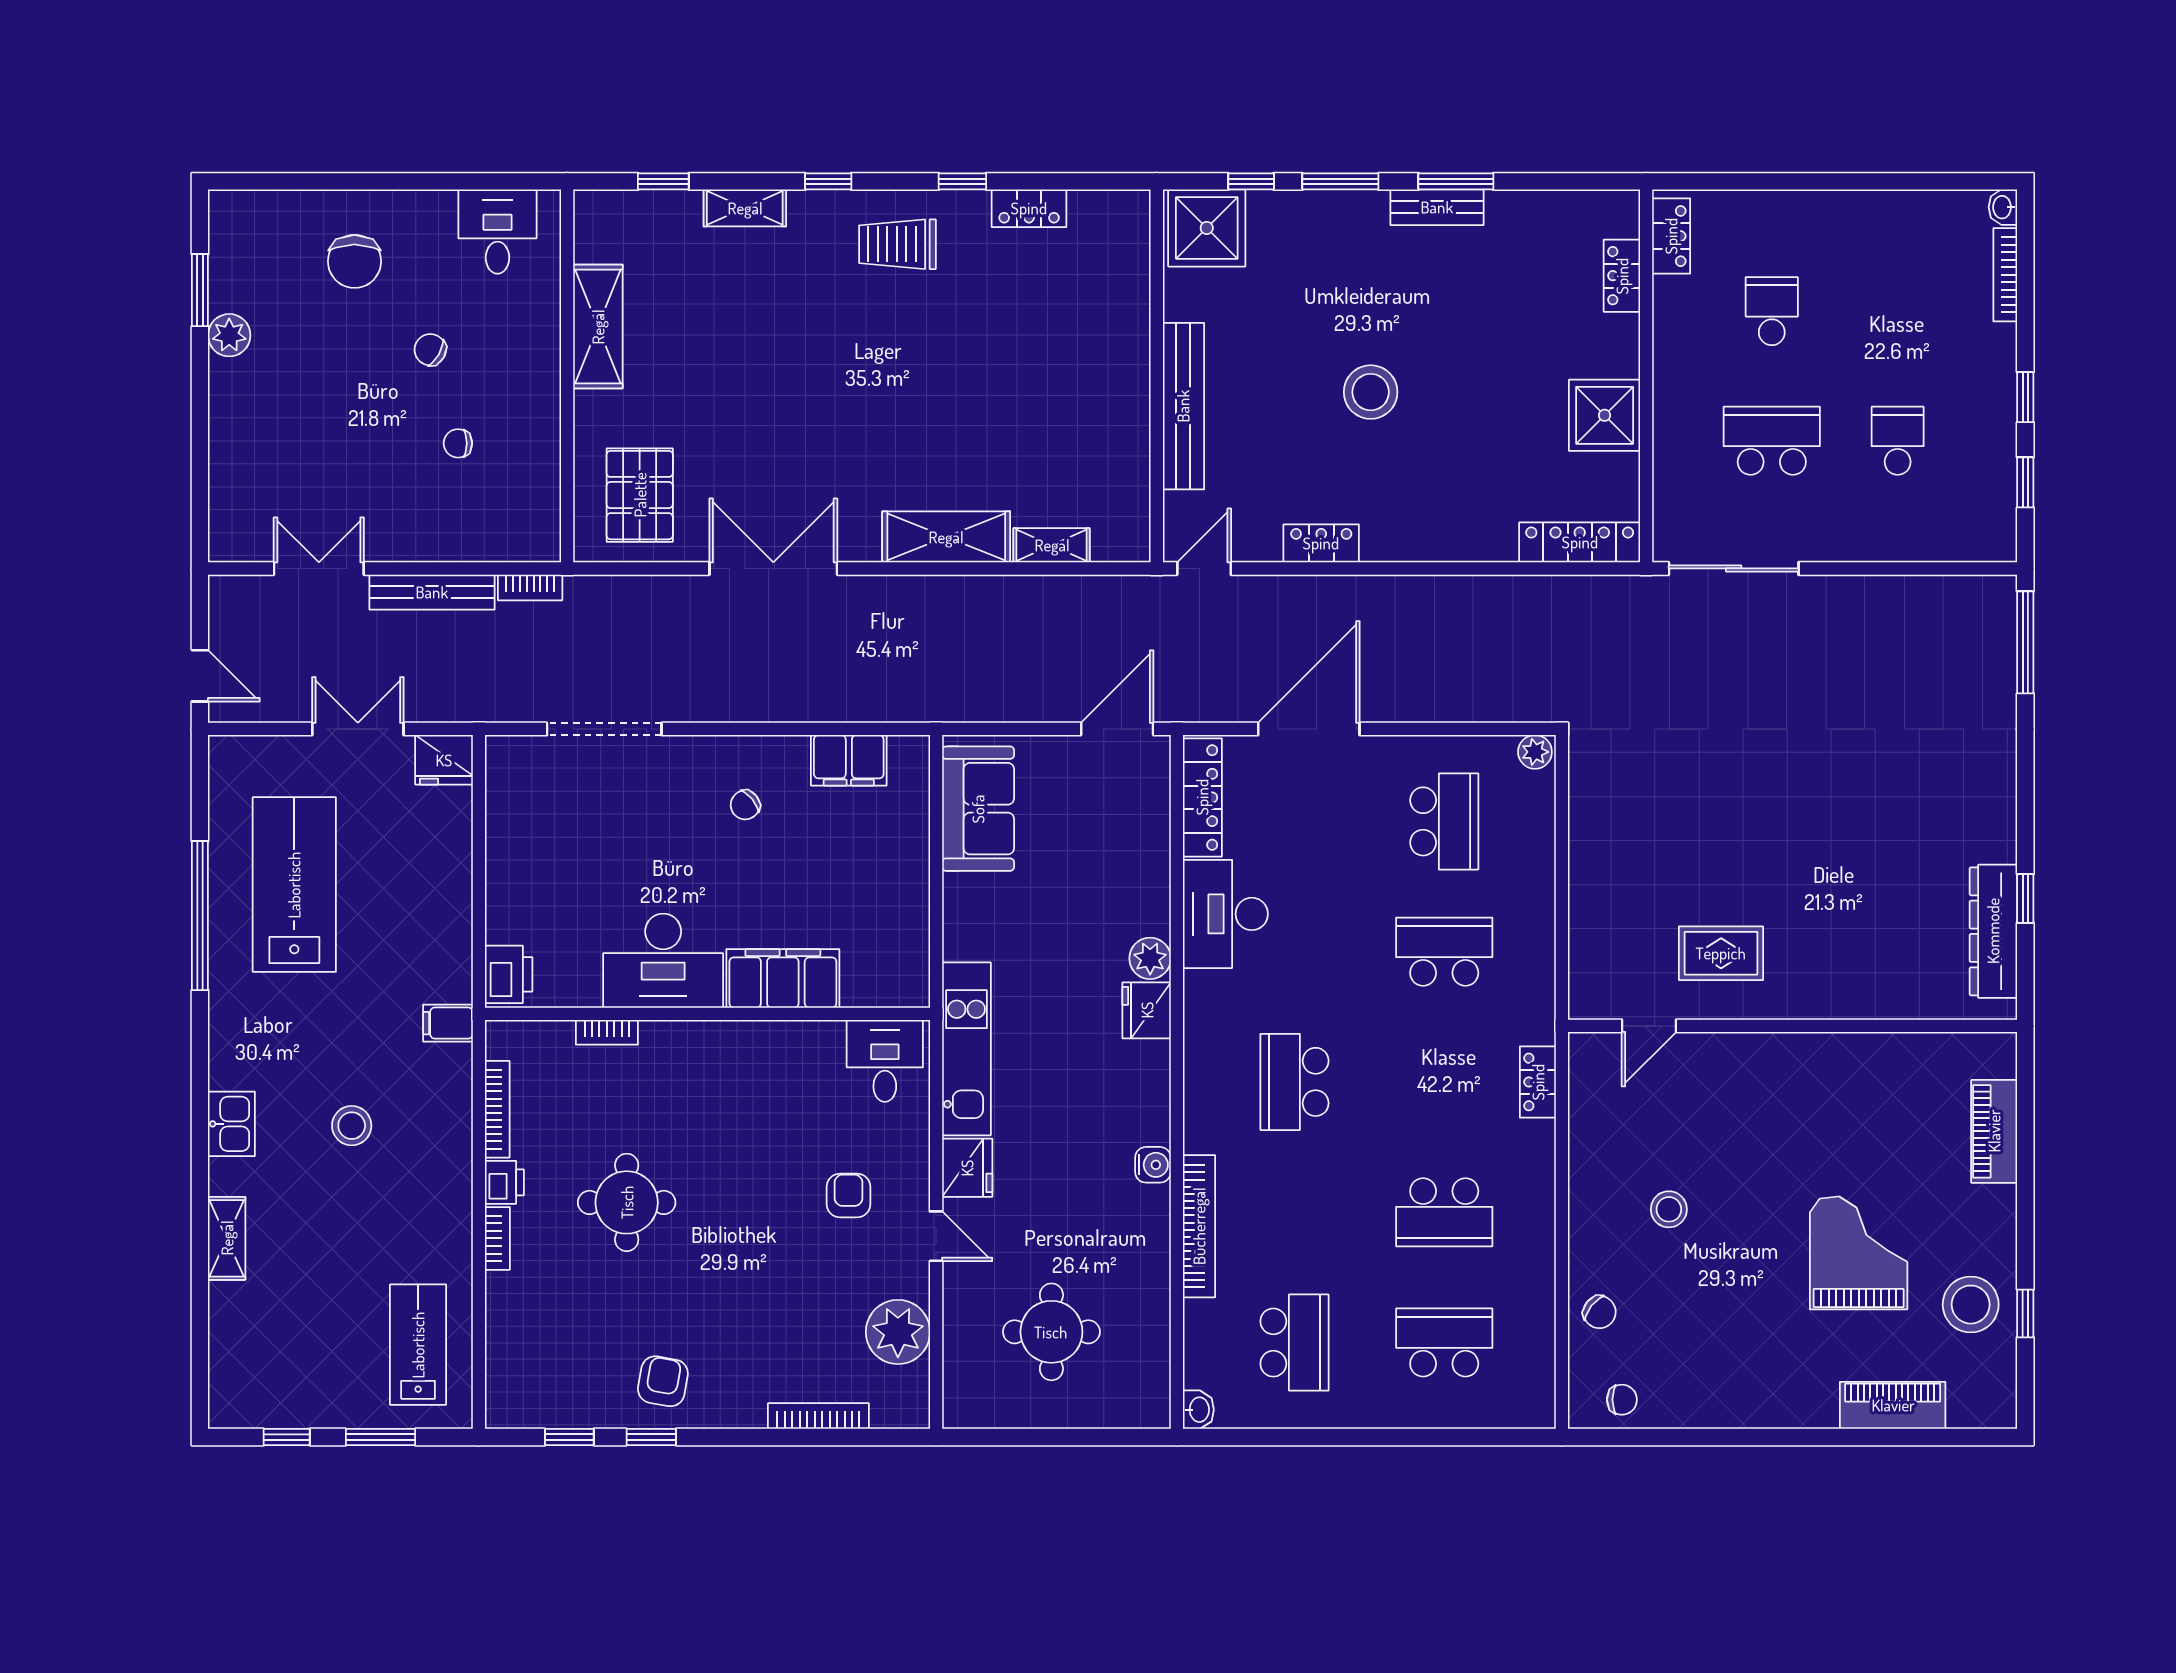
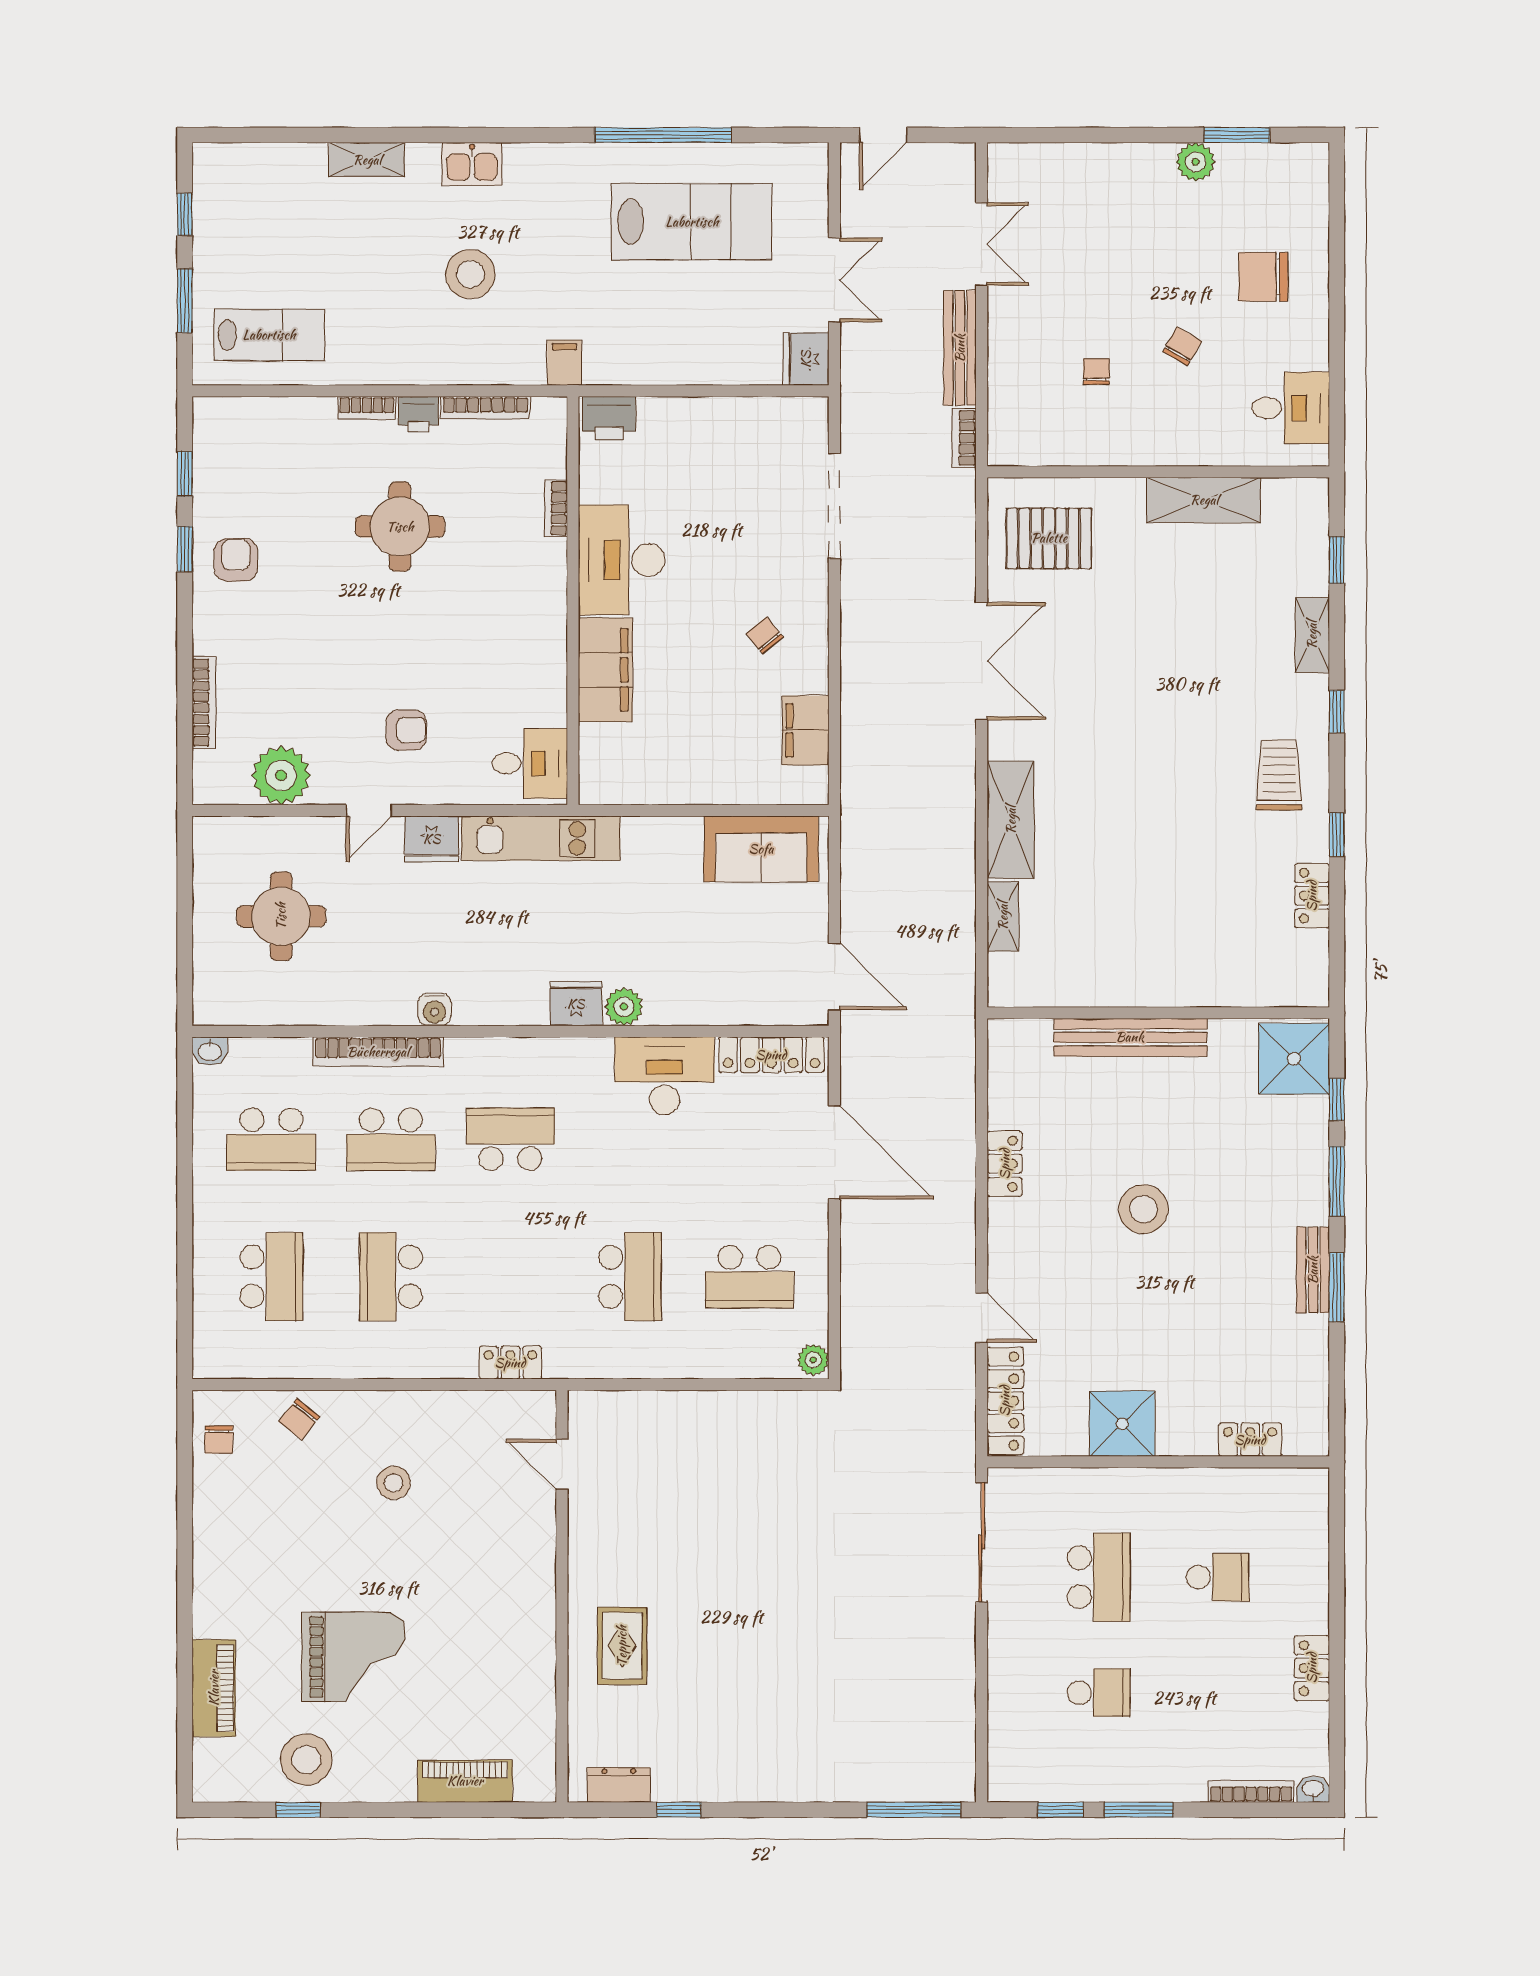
locker: (1671, 236) -> (1312, 1668), moved, turned 90
window: (2025, 397) -> (1139, 1810), width x1.50
door: (1204, 568) -> (982, 1318), moved
dresser: (1993, 931) -> (619, 1785), width x0.51, depth x0.80
rug: (1721, 953) -> (622, 1646), moved
stool: (352, 1126) -> (470, 274), width x1.38, depth x1.38
school desk: (1294, 1212) -> (391, 1139), added
armchair: (663, 1381) -> (236, 560), turned -100

